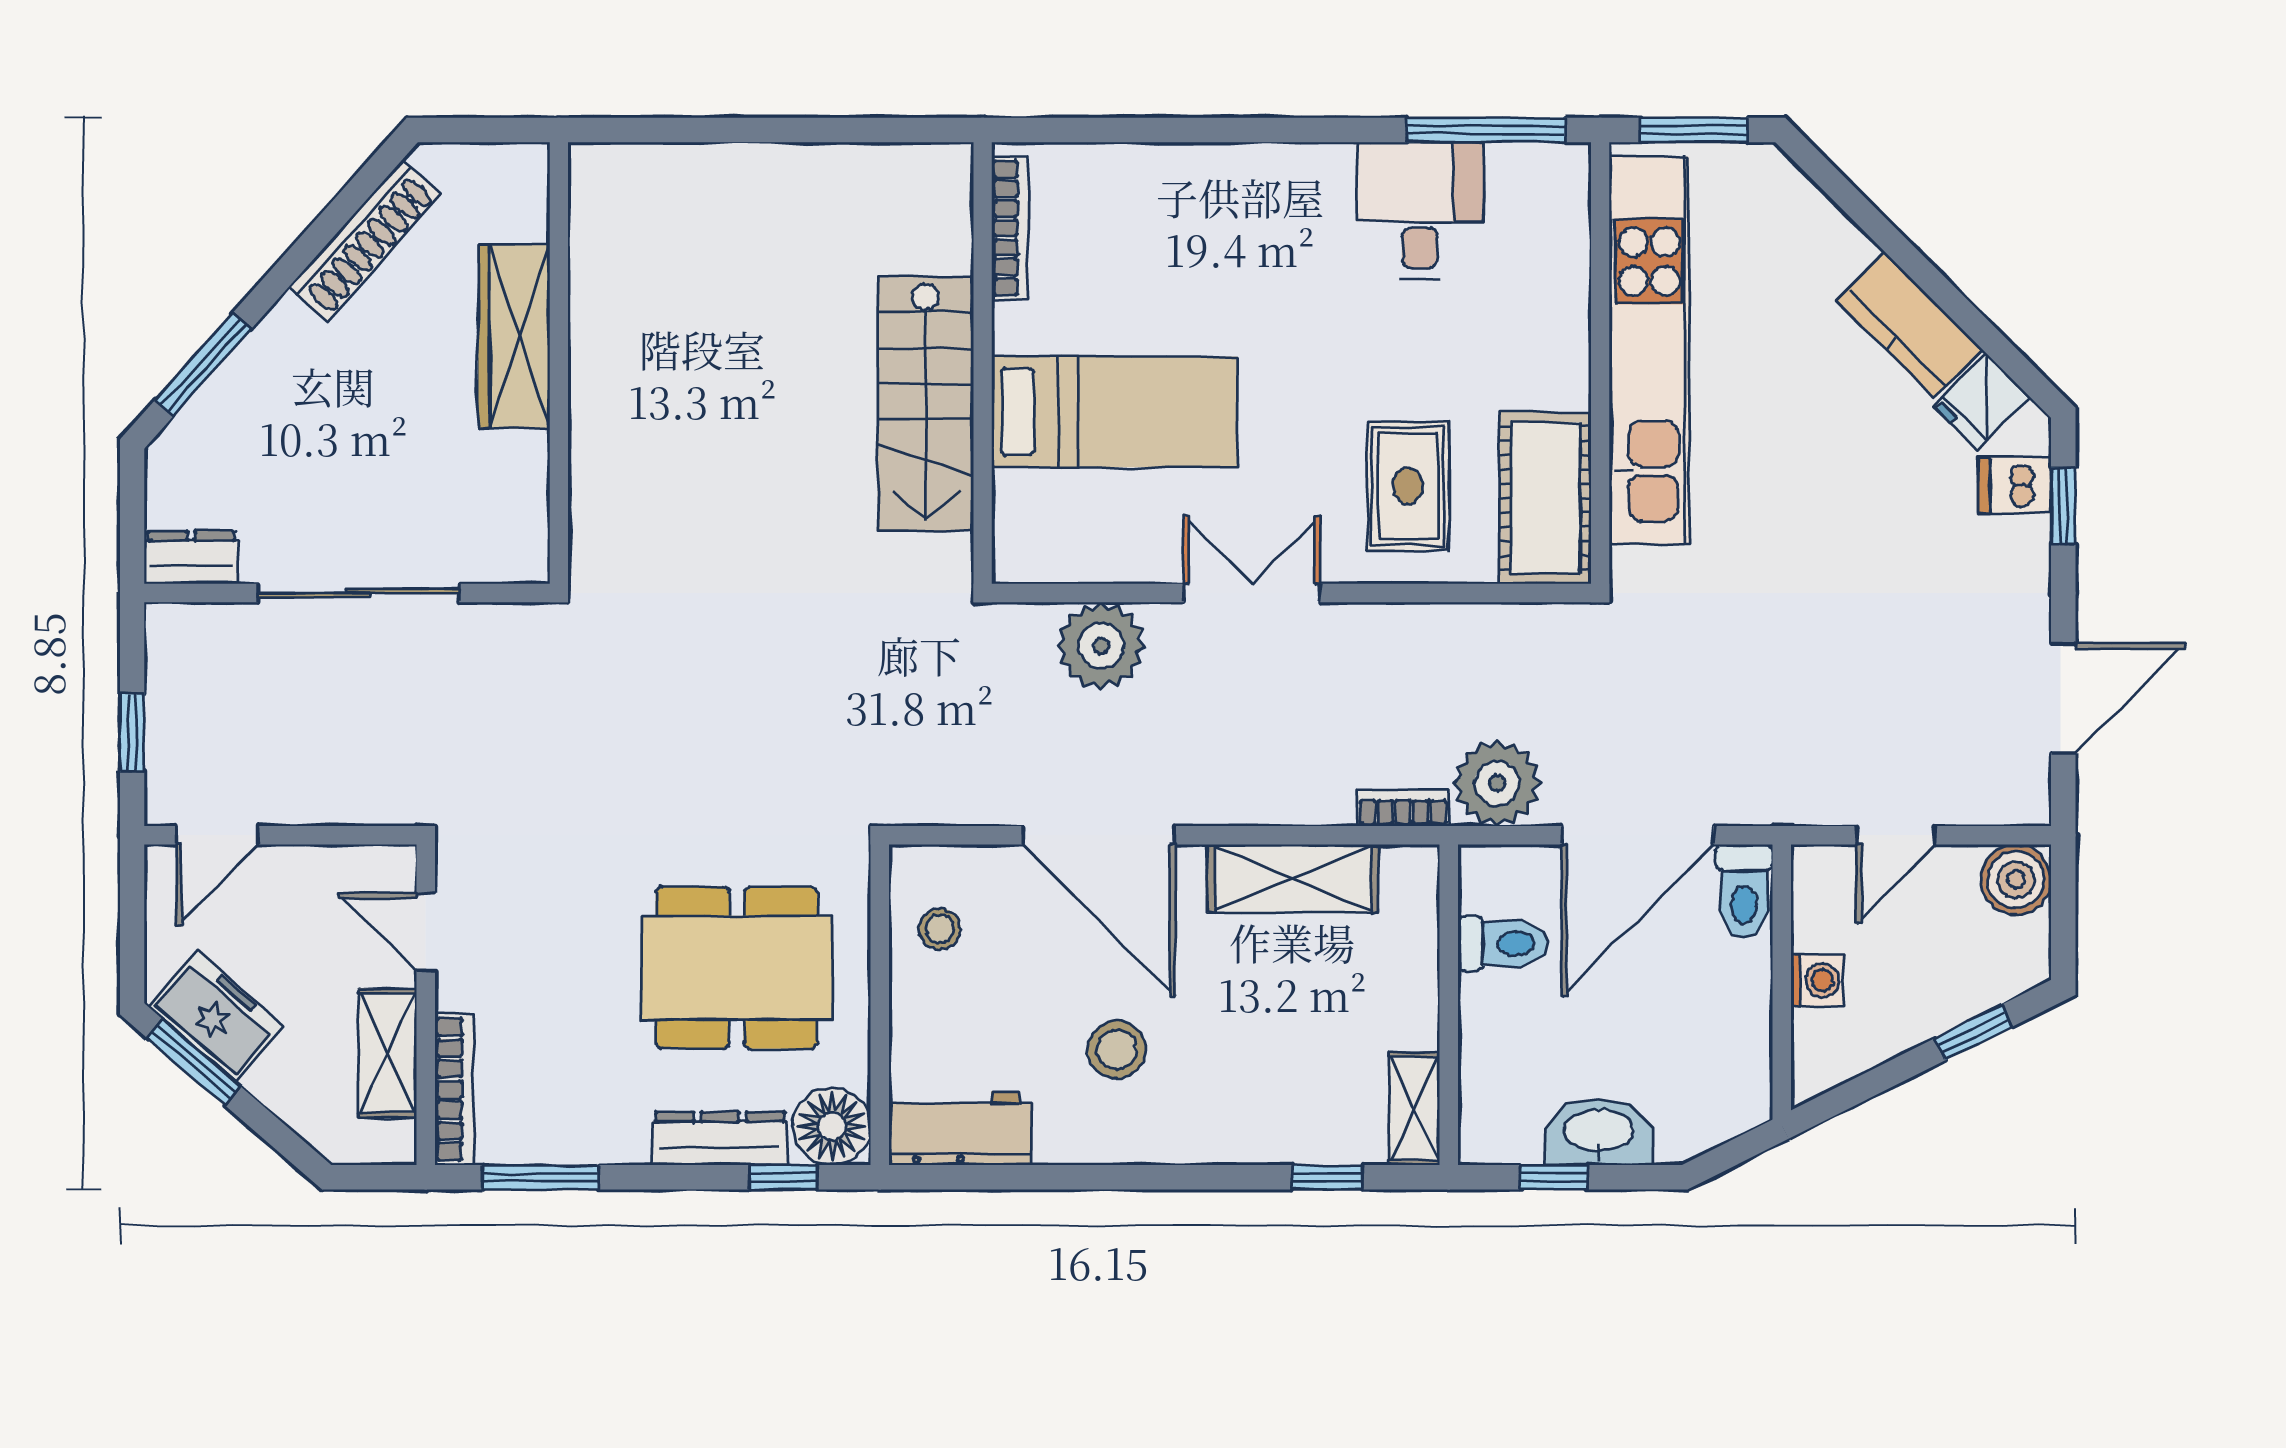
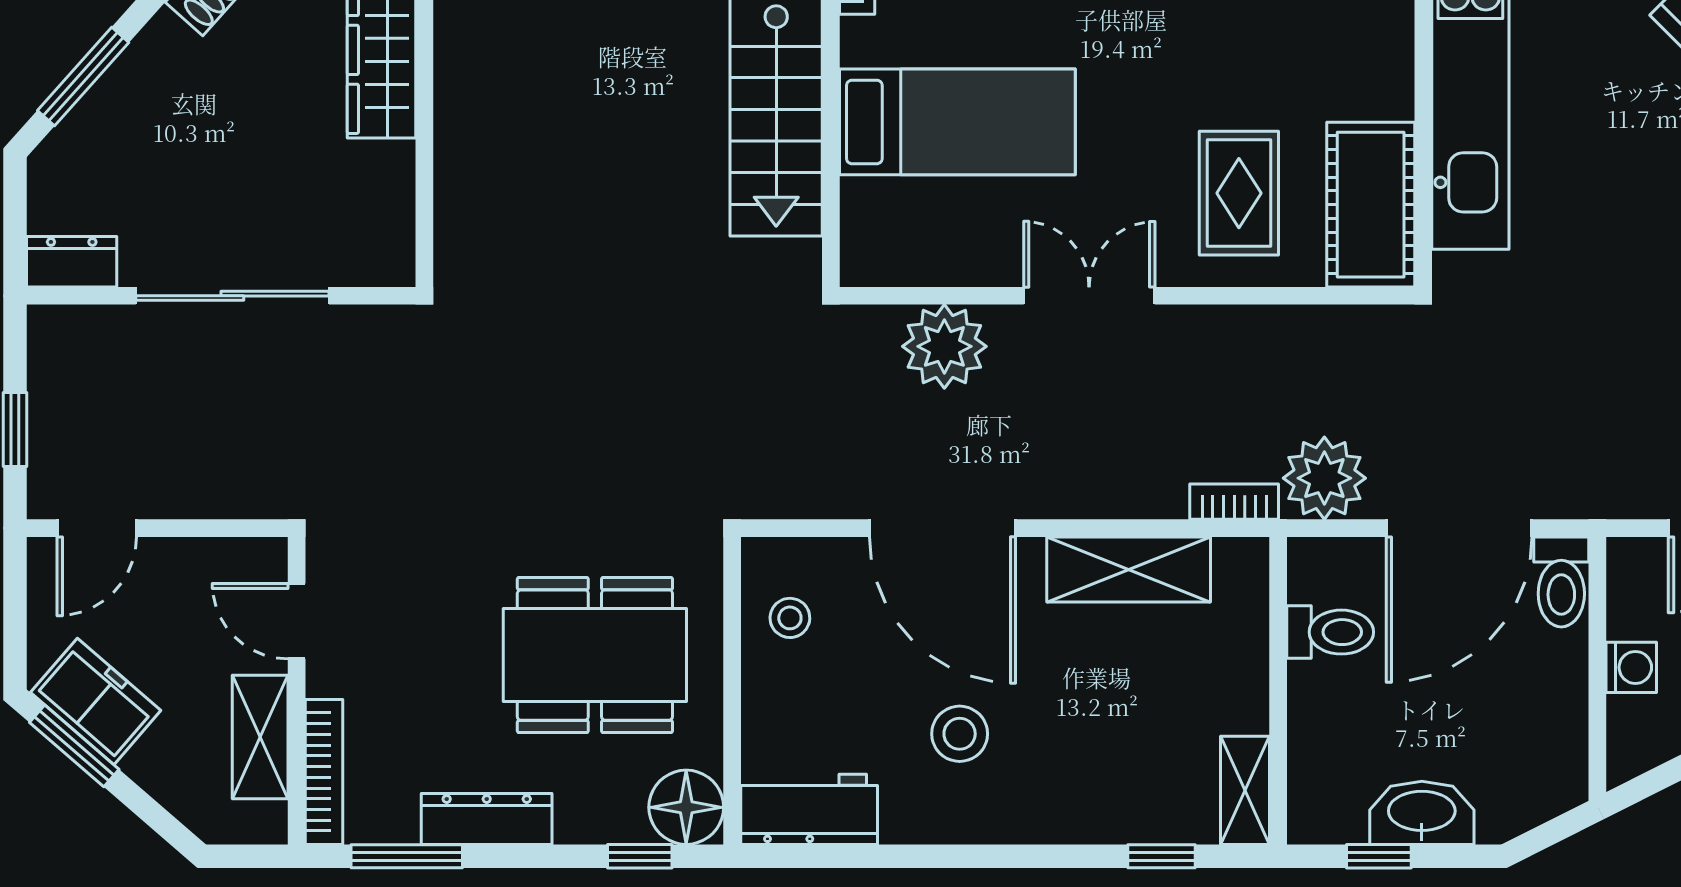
dresser: (720, 1138) -> (487, 819), moved

